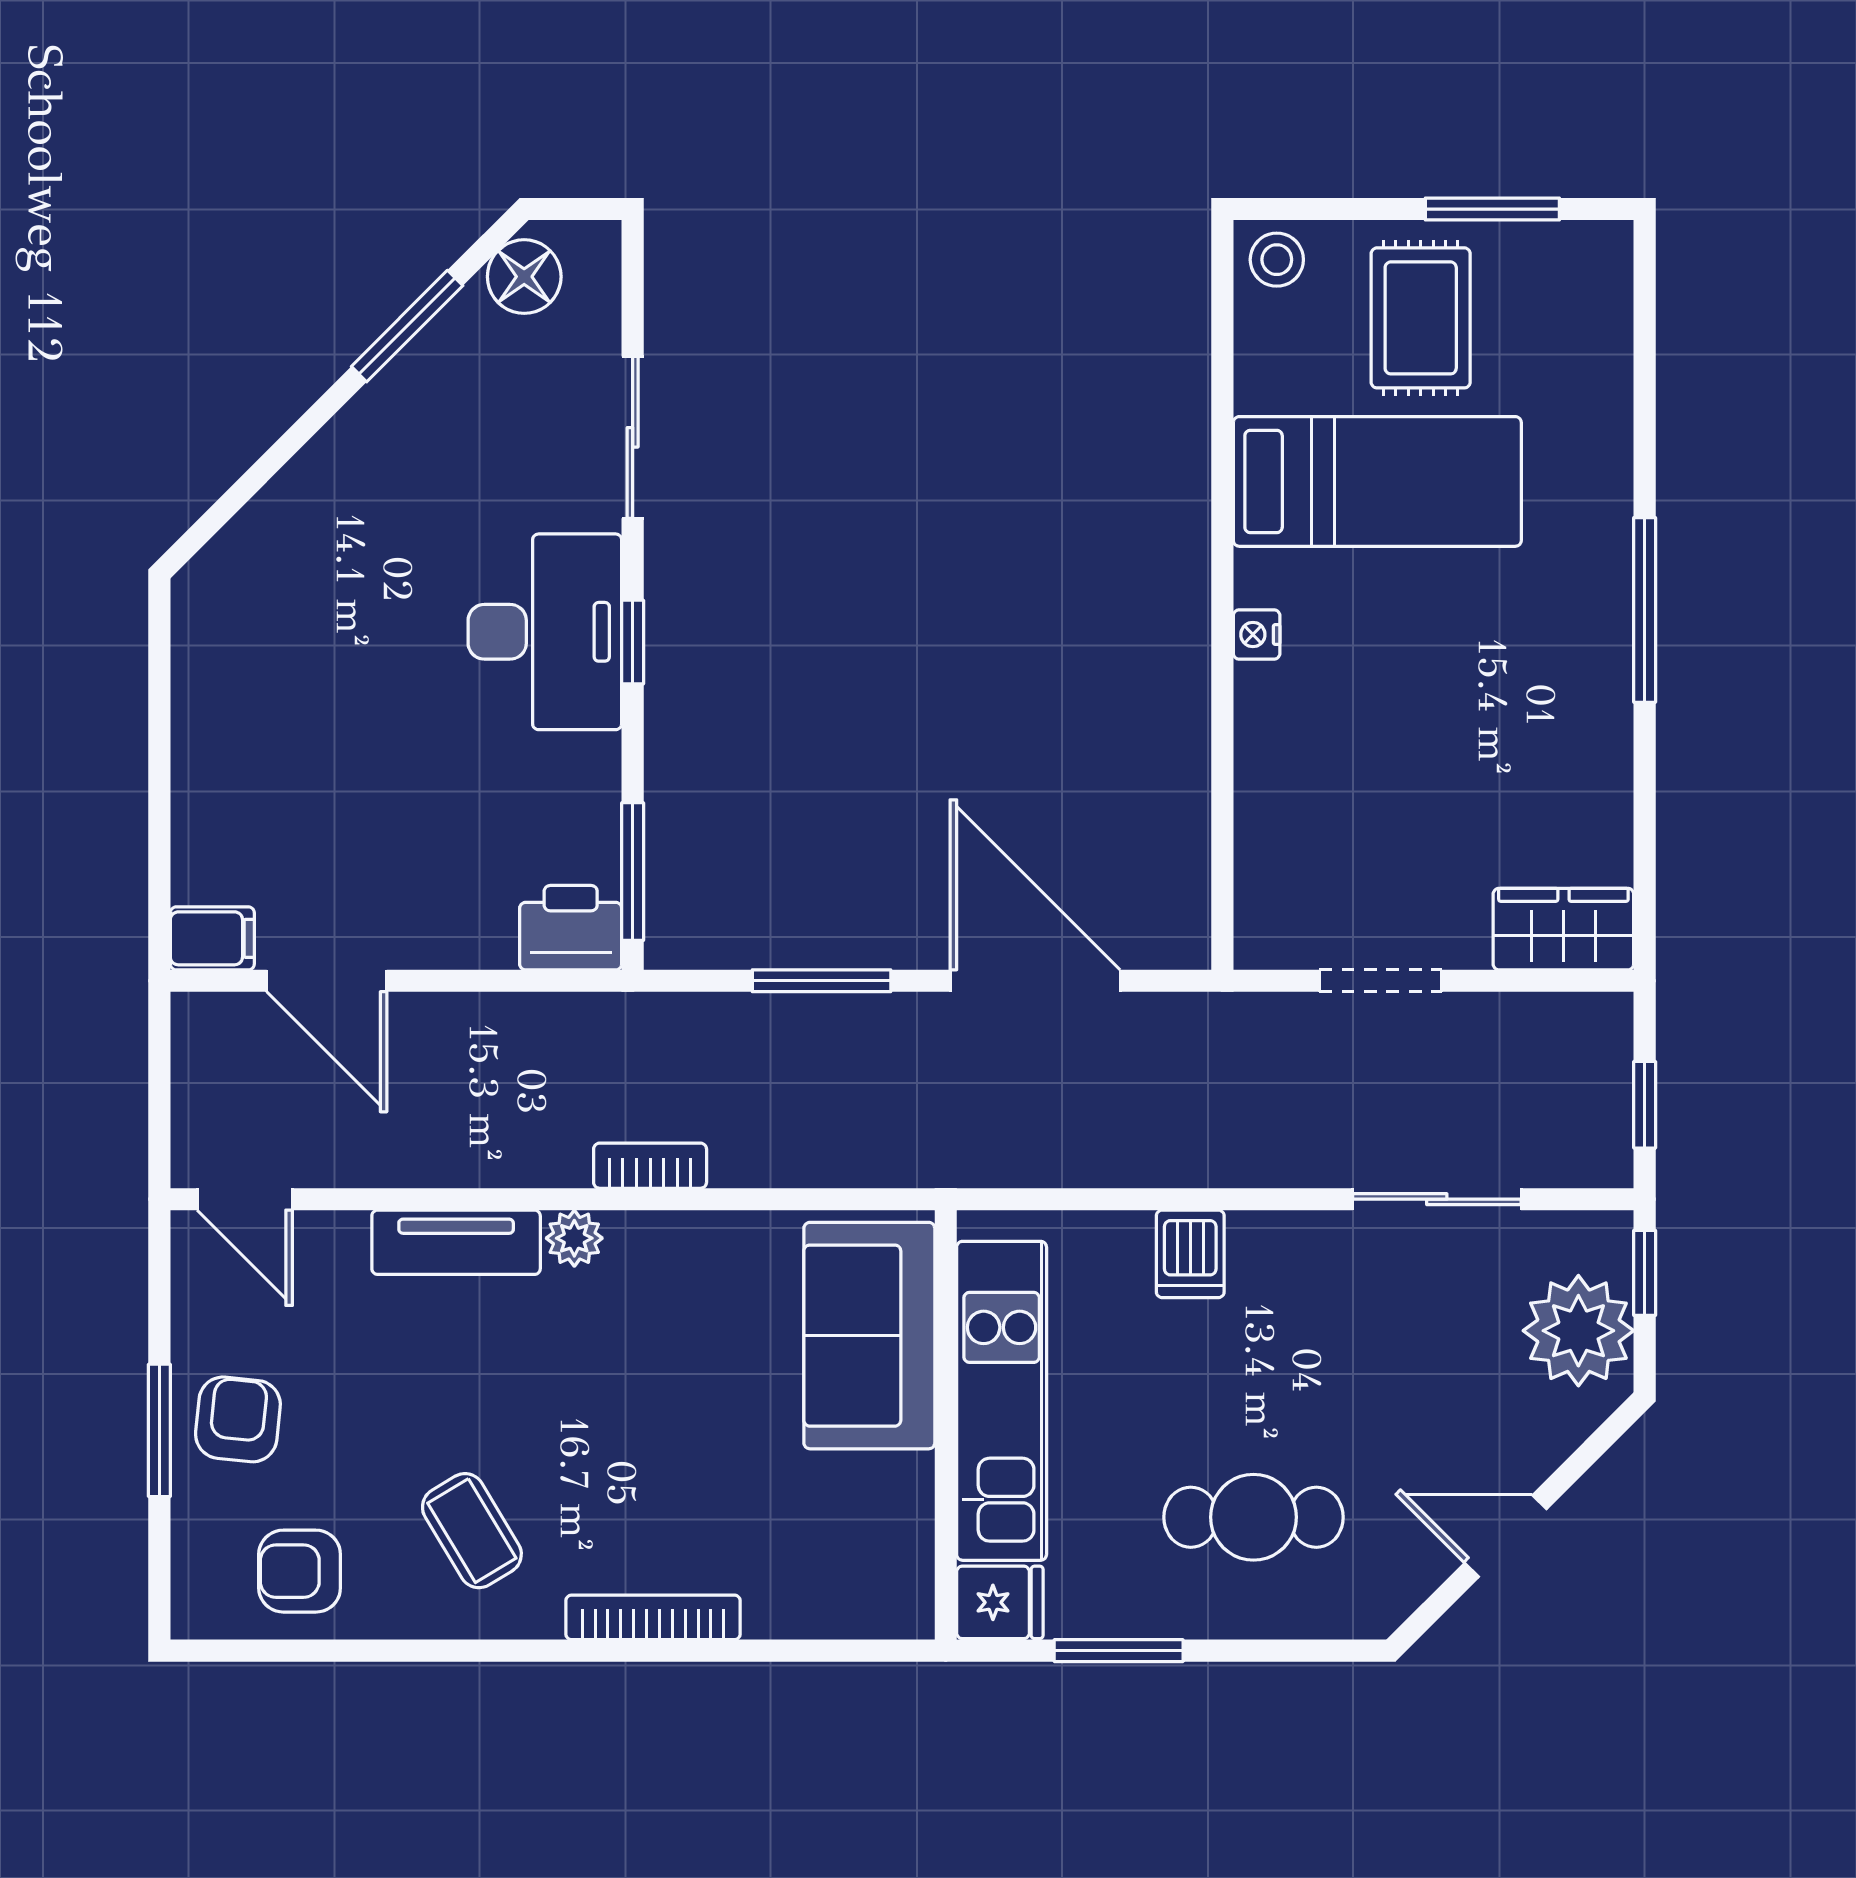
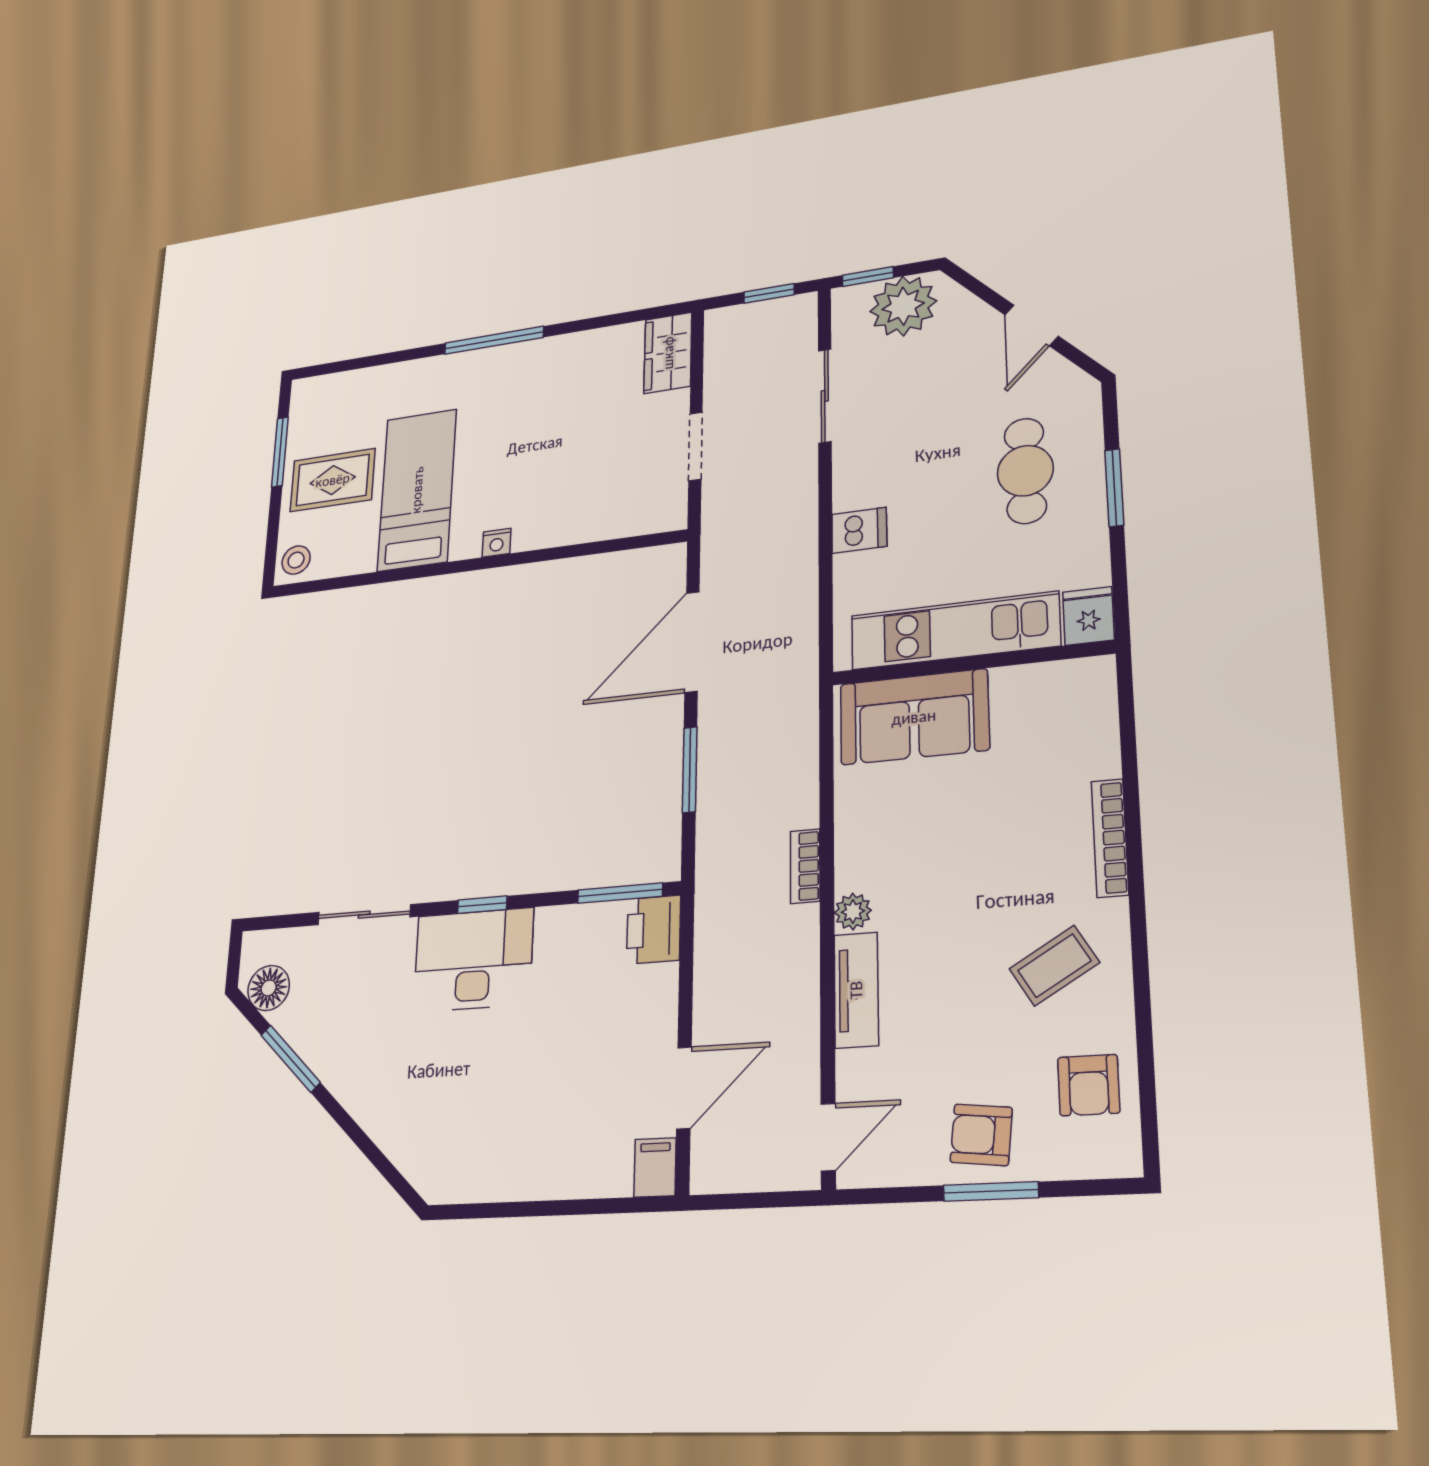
window: (1119, 1651) -> (1114, 488), moved

